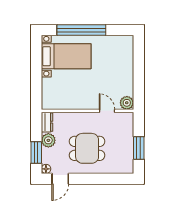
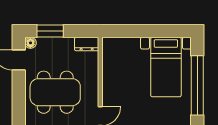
plant: (48, 140) -> (65, 46), removed
dining table: (87, 148) -> (55, 92), width x1.38

